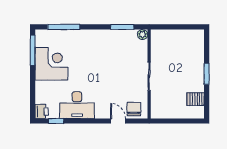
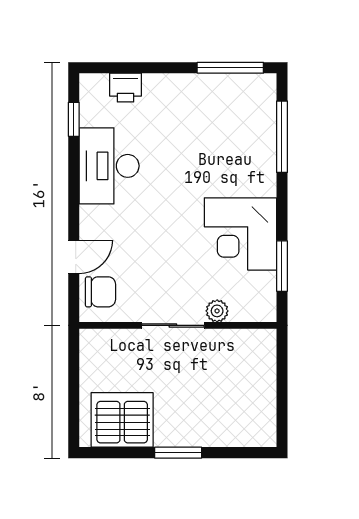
plant: (143, 34) -> (217, 311), moved
corner desk: (51, 64) -> (240, 234), moved, turned 90
server rack: (196, 99) -> (122, 420), width x2.18, depth x1.44
printer: (42, 111) -> (125, 88), moved

